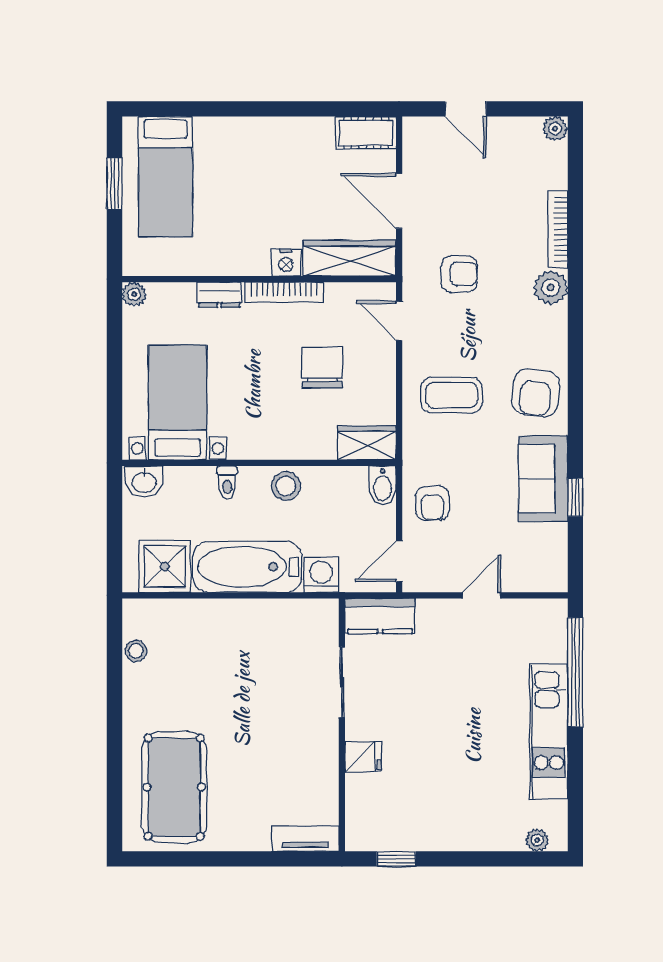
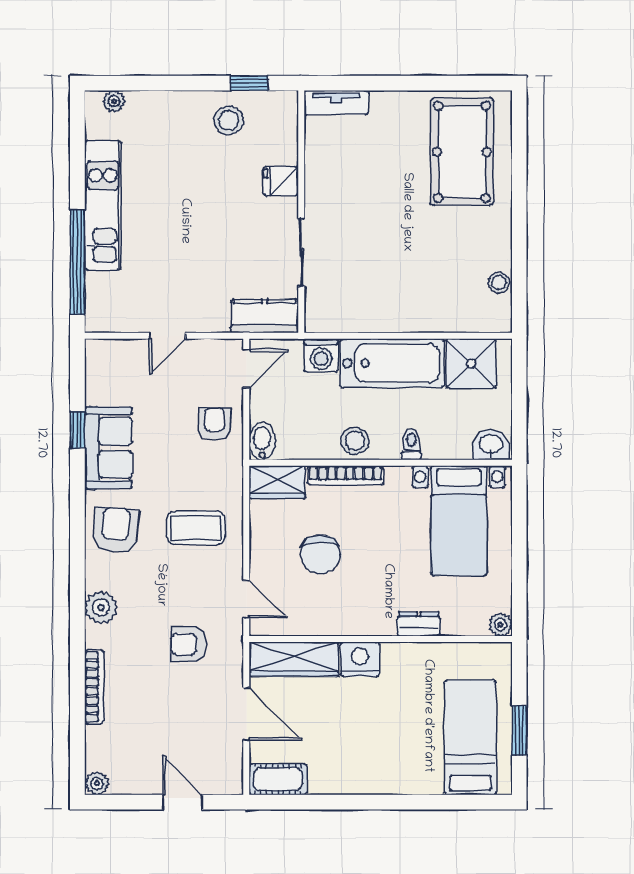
nightstand: (286, 263) -> (360, 659), width x1.36, depth x1.33
plant: (551, 287) -> (101, 608), moved
bookcase: (284, 292) -> (346, 475), moved, turned 180
stool: (418, 820) -> (229, 120), added

